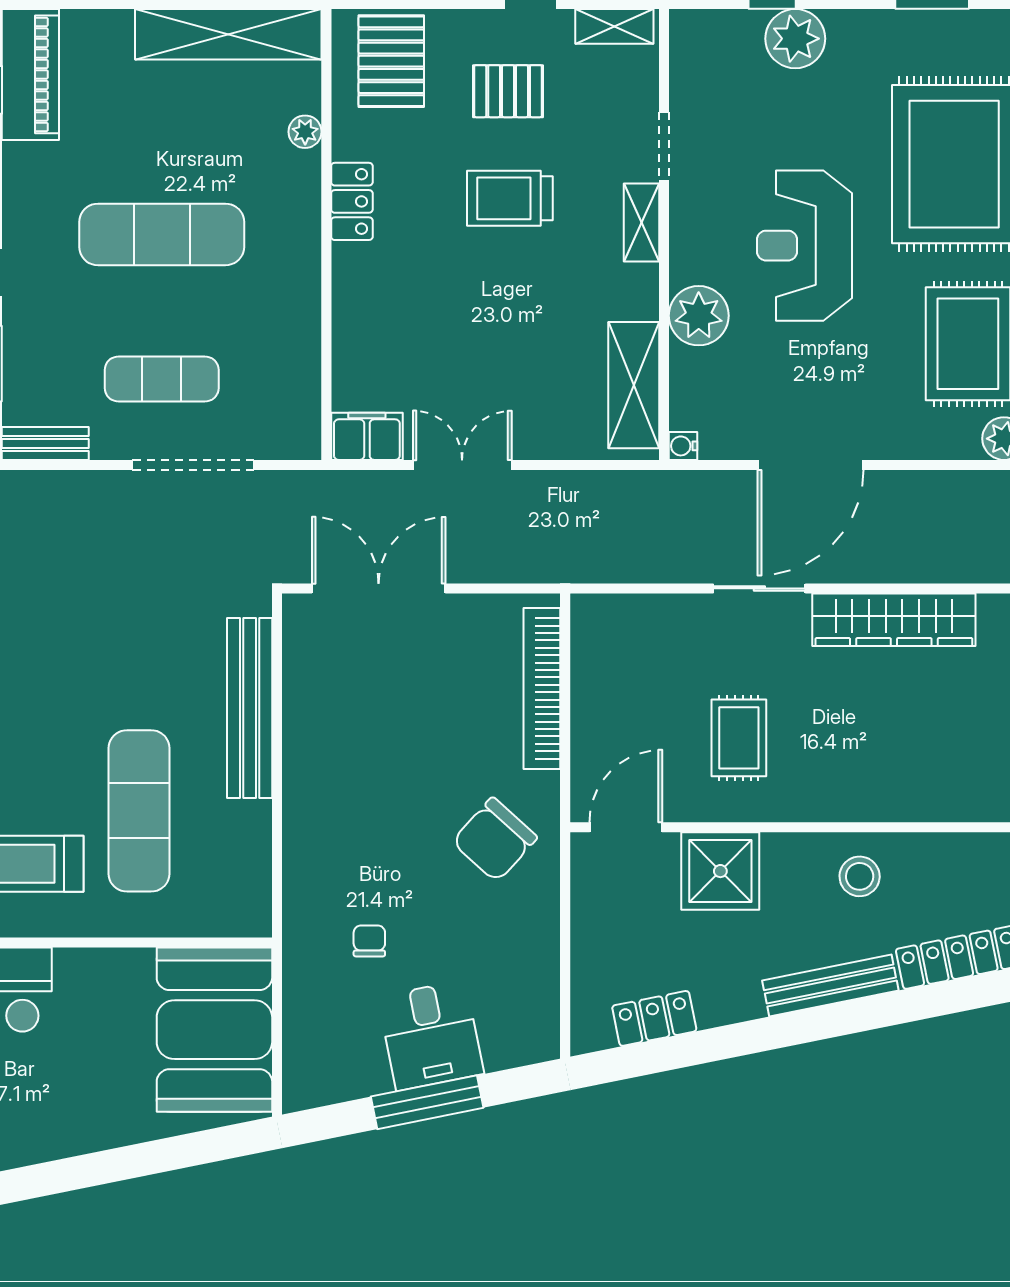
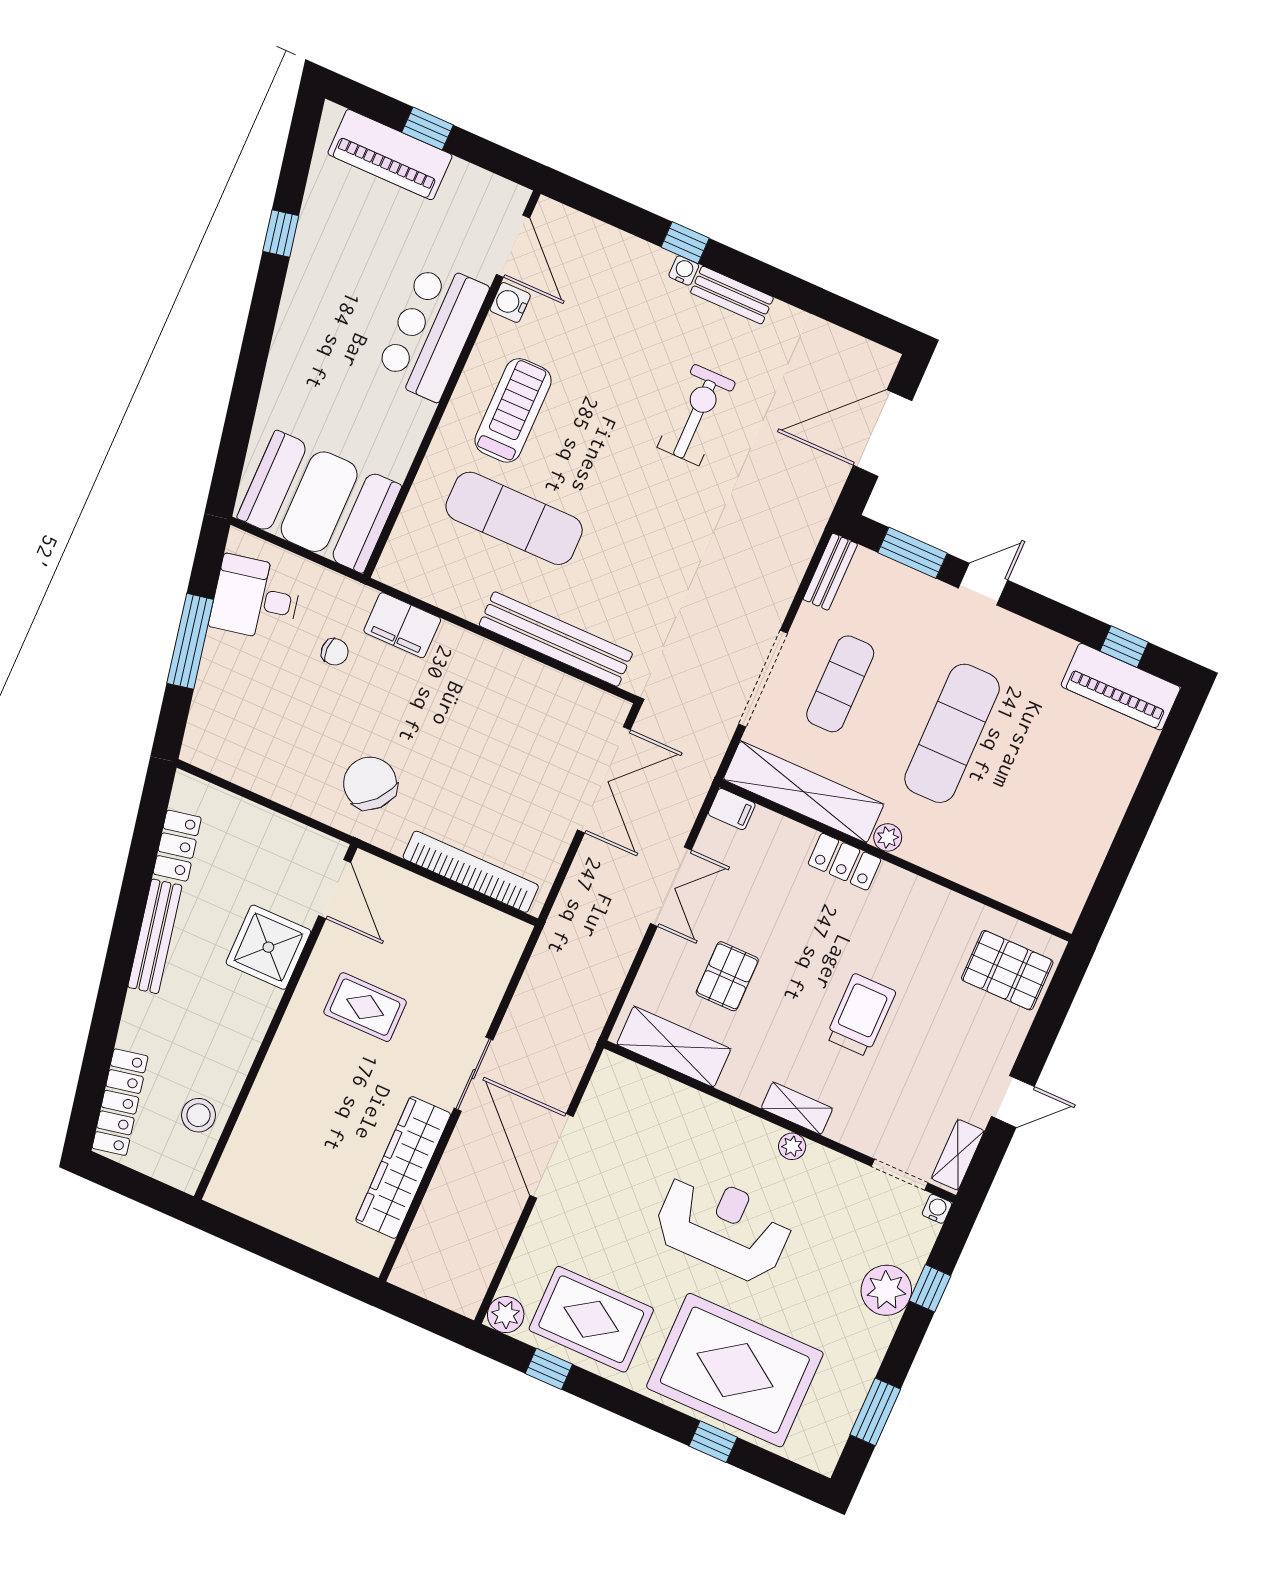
shelving: (228, 34) -> (804, 792), moved, turned 90
pallet: (508, 91) -> (727, 976), moved
plant: (305, 132) -> (888, 837), moved
doorway: (664, 146) -> (900, 1175), moved
locker: (352, 201) -> (845, 862), moved
plant: (699, 316) -> (792, 1146), moved, width x0.53, depth x0.53
filing cabinet: (367, 436) -> (732, 809), width x0.50
water cooler: (683, 446) -> (937, 1209), moved
stool: (860, 876) -> (199, 1115), moved
filing cabinet: (308, 881) -> (402, 625), added
bench: (830, 985) -> (155, 936), moved
desk: (431, 1035) -> (256, 598), moved

